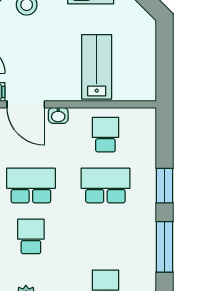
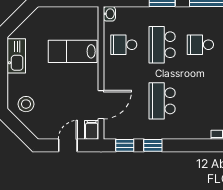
washbasin: (58, 115) -> (109, 14), moved
school desk: (31, 236) -> (200, 45), moved

